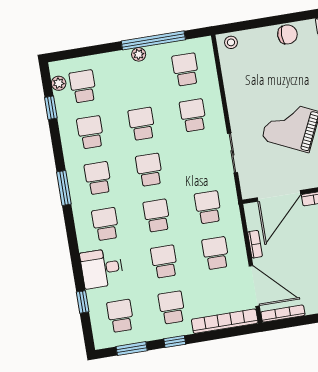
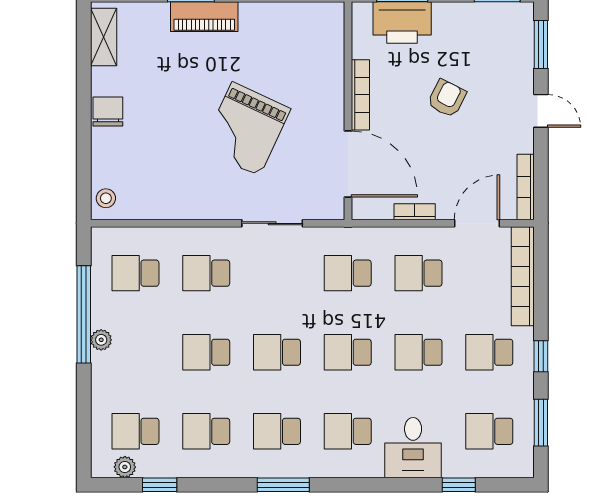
door: (254, 286) -> (477, 223), width x0.73

